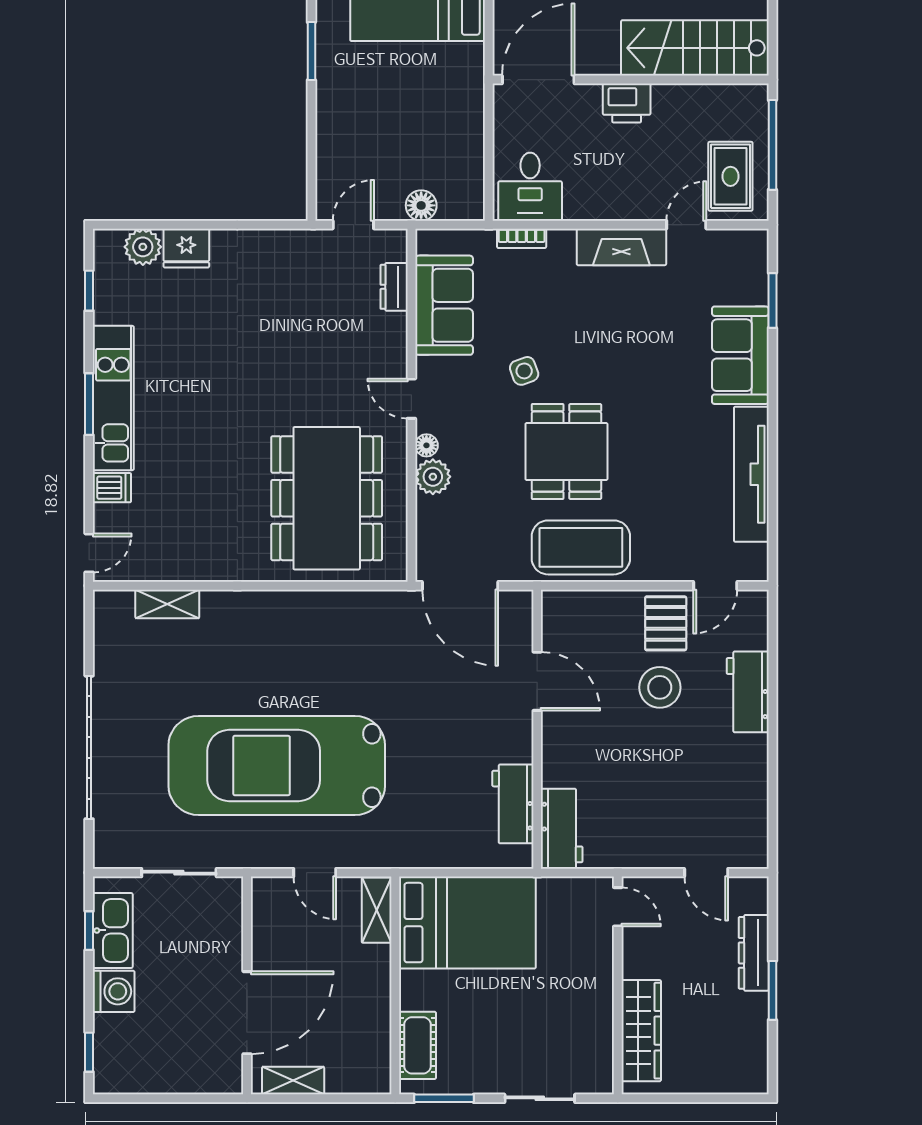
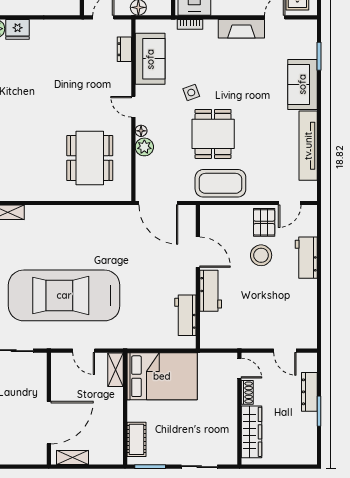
dining table: (327, 498) -> (90, 158), width x0.73, depth x0.80
workbench: (562, 829) -> (211, 291), moved
shoe rack: (633, 954) -> (247, 392), added

